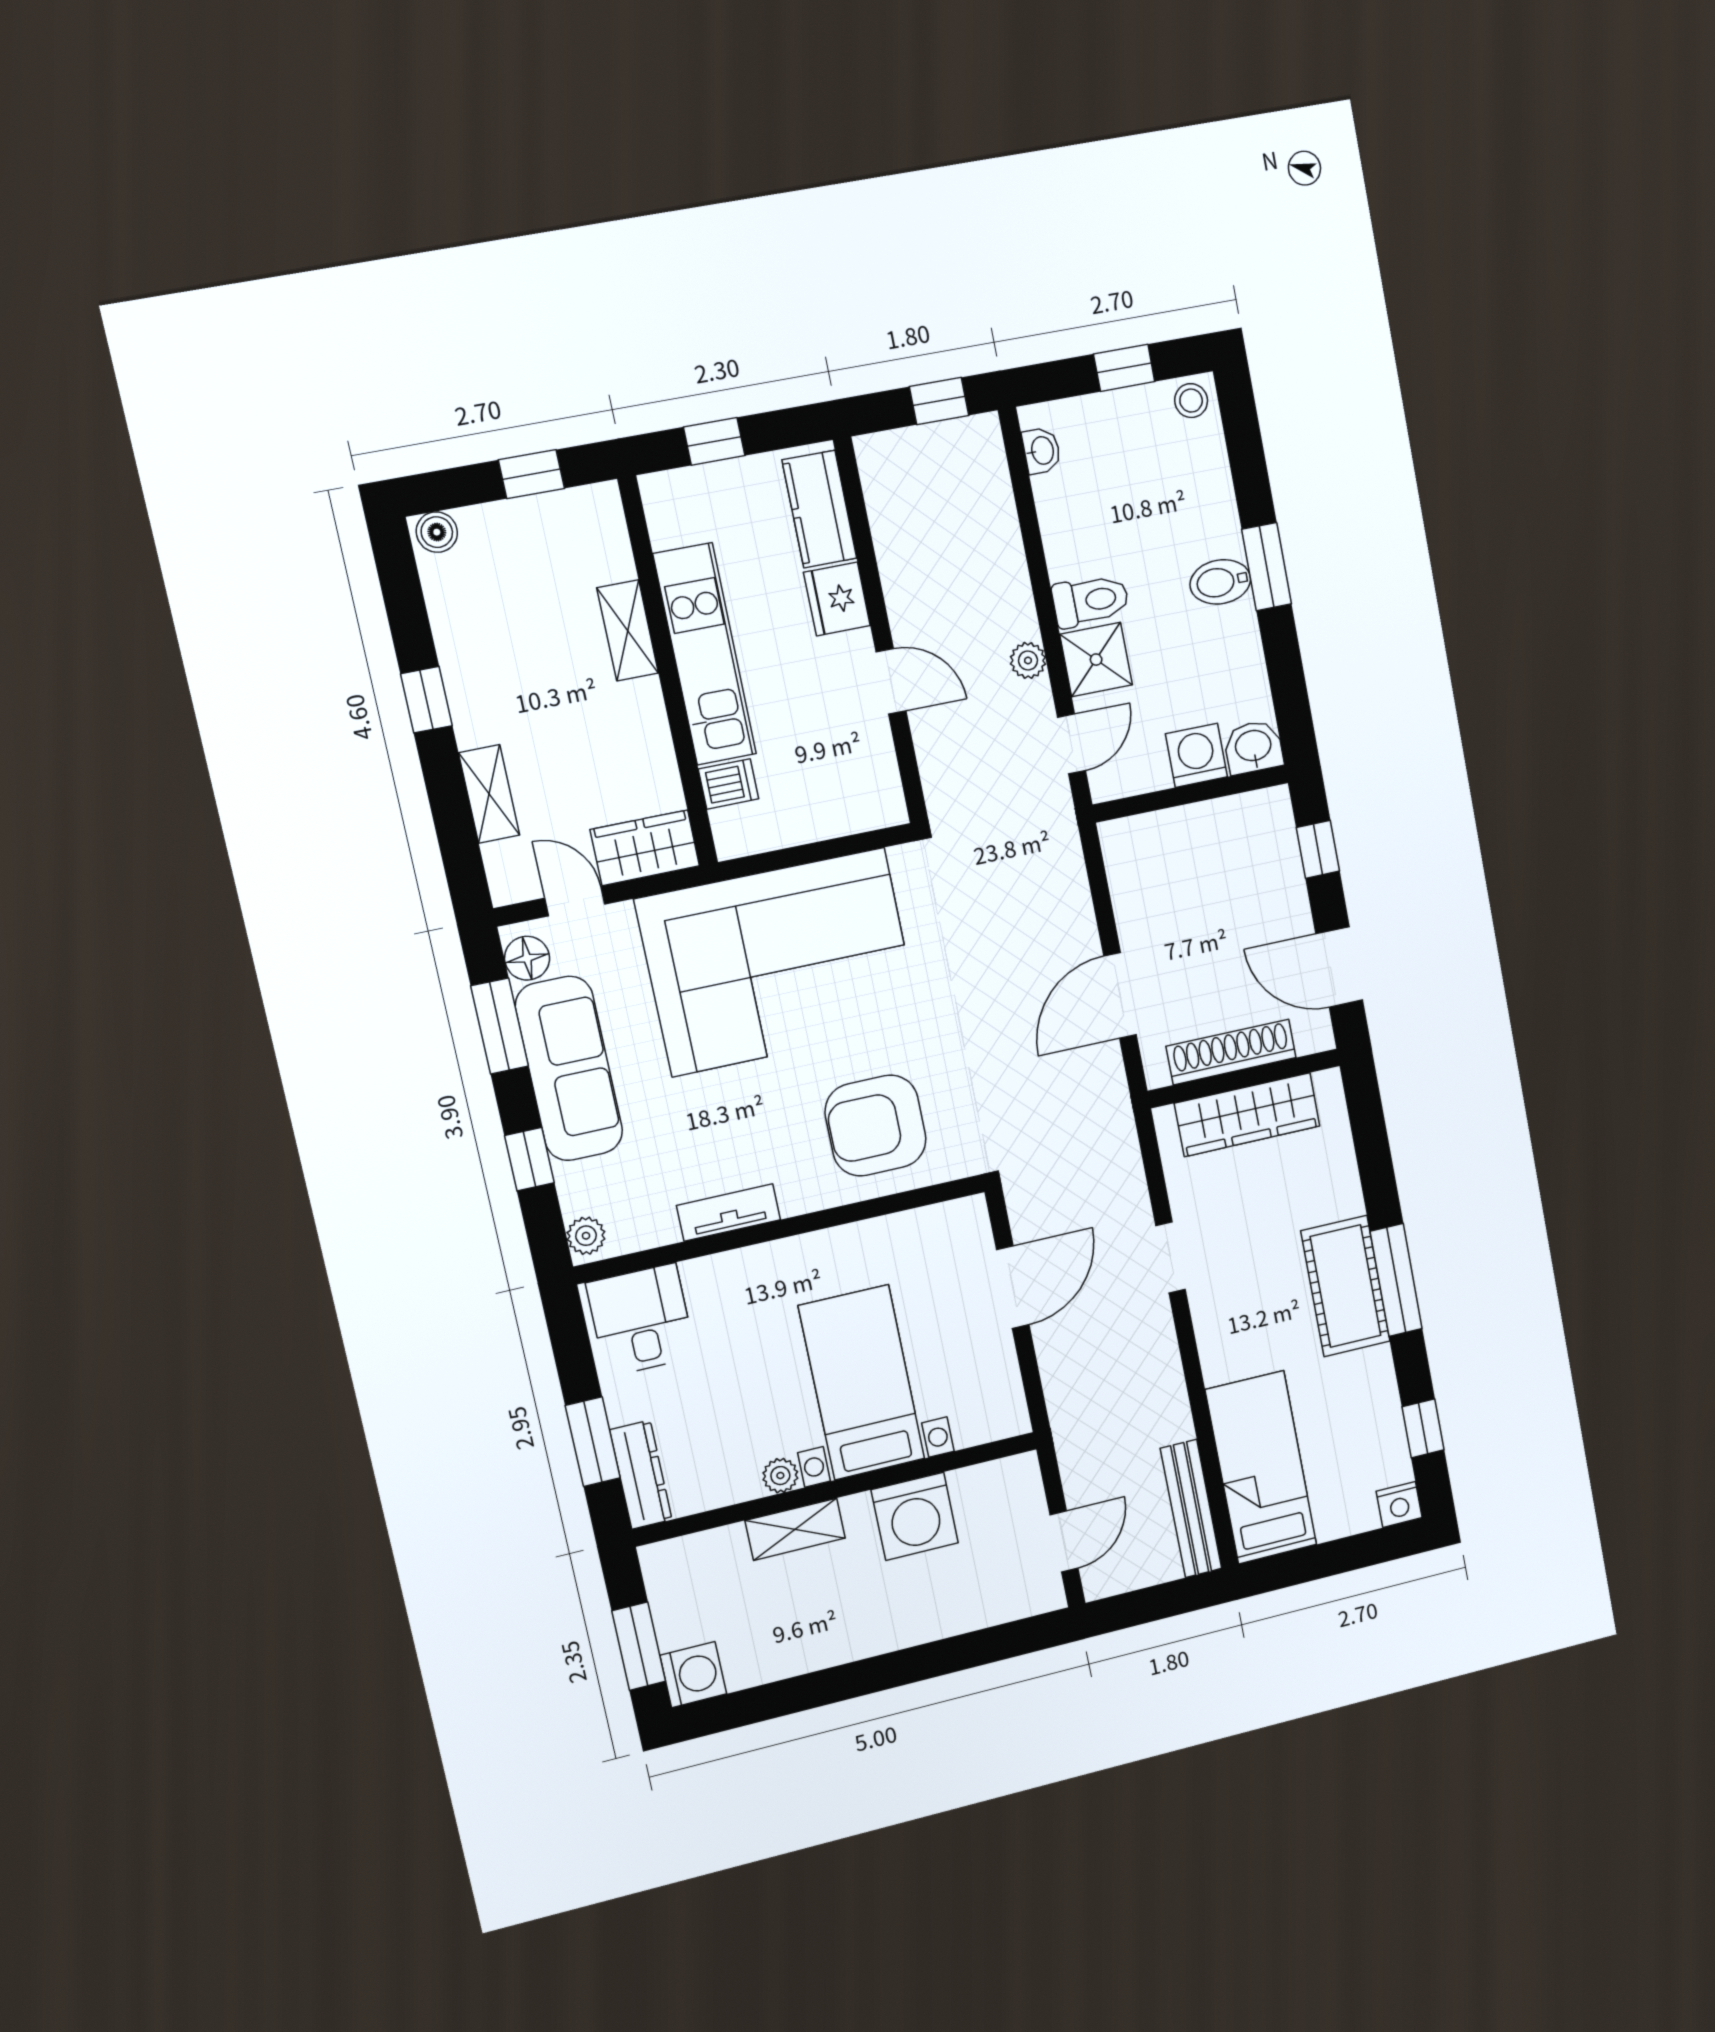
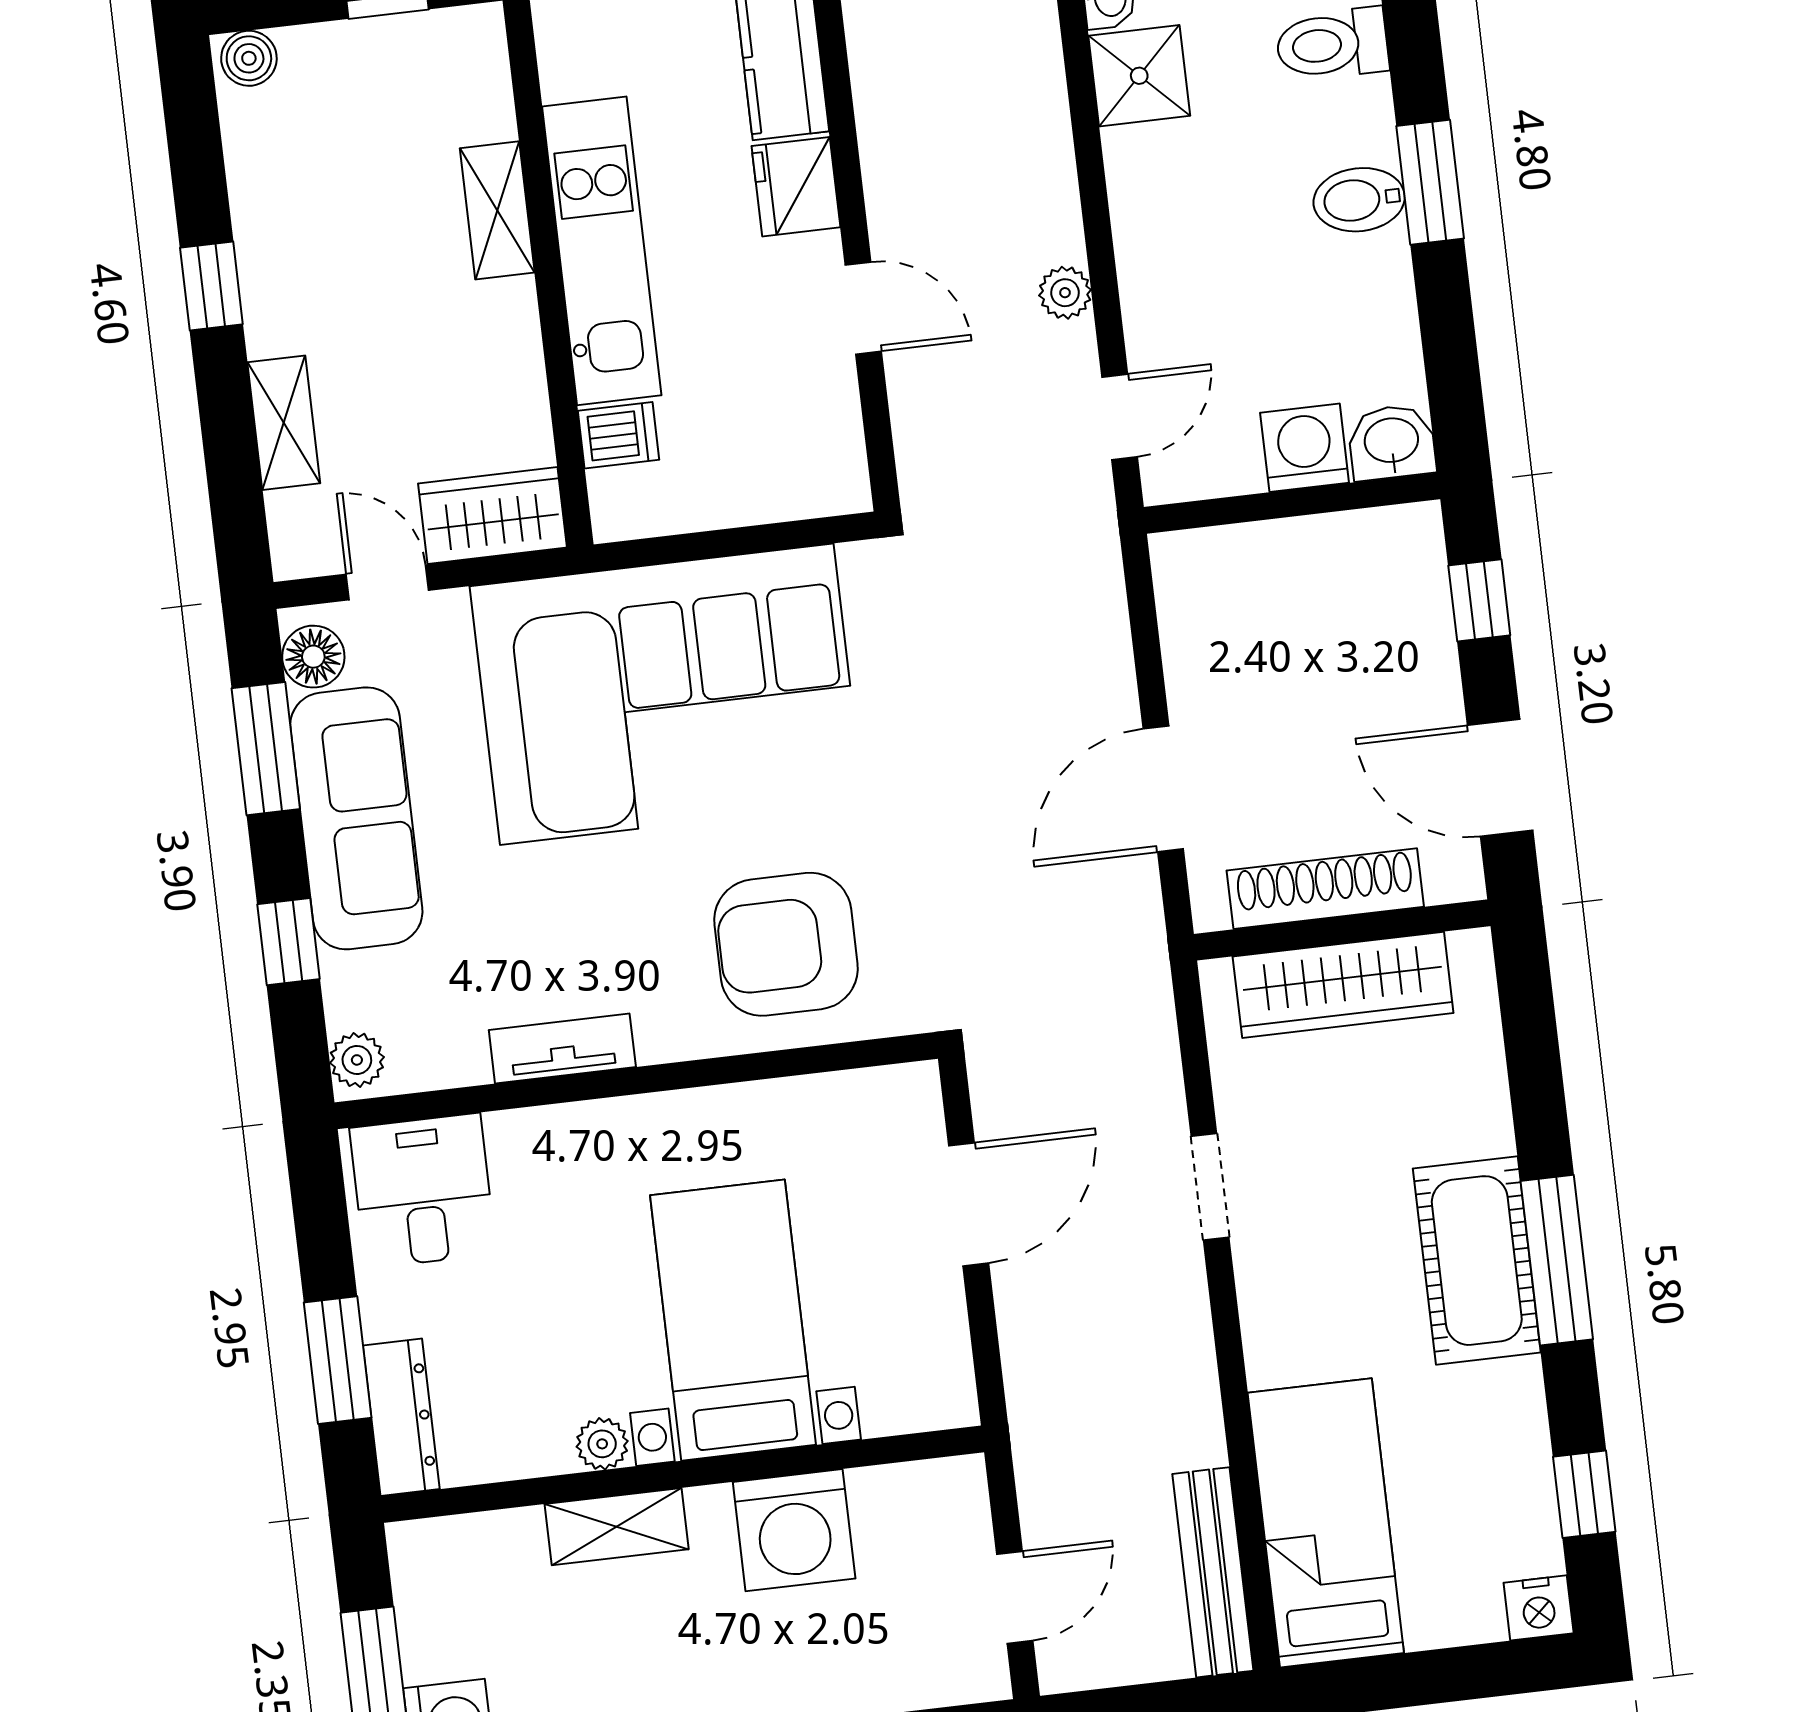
toilet: (1091, 601) -> (1332, 44), moved, turned 180
shower: (1096, 660) -> (1139, 76), moved

